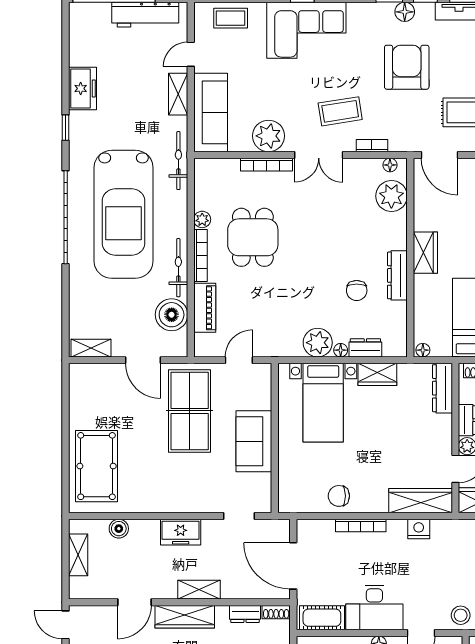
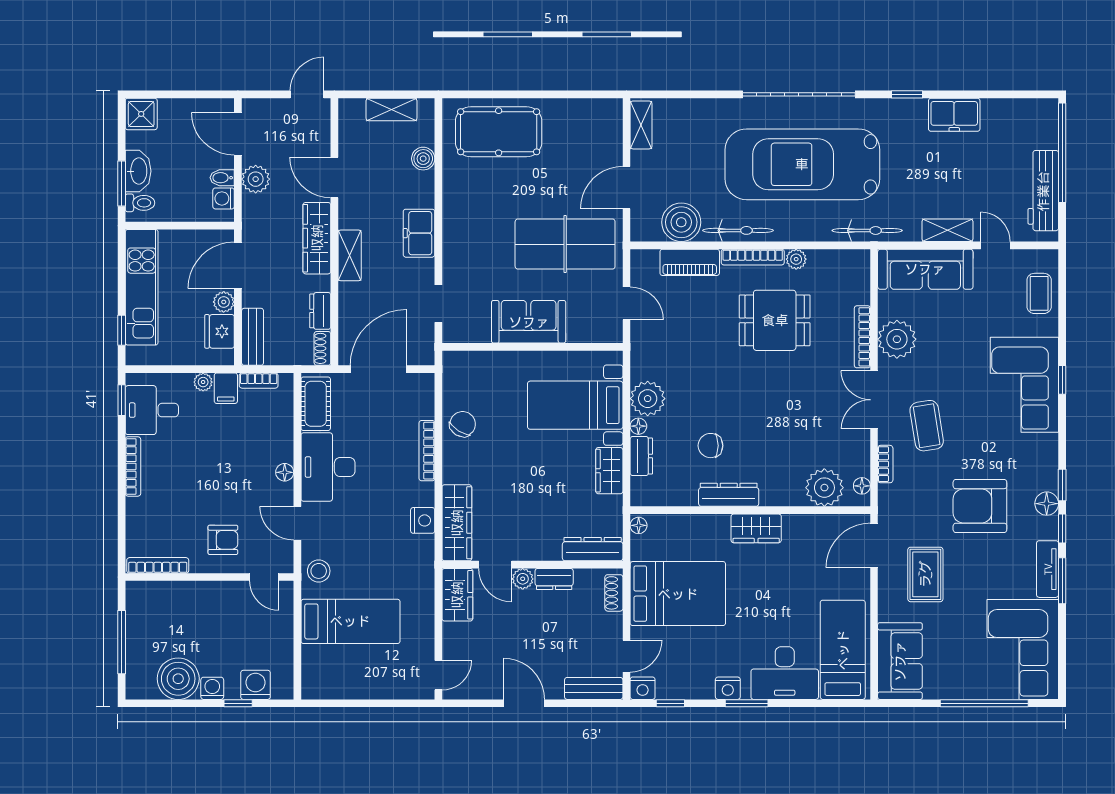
armchair: (407, 67) -> (980, 506), turned 180
chair: (339, 496) -> (463, 424), turned 32

